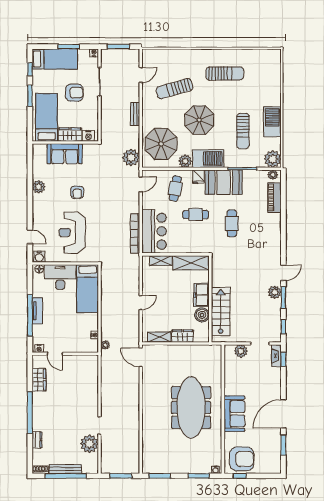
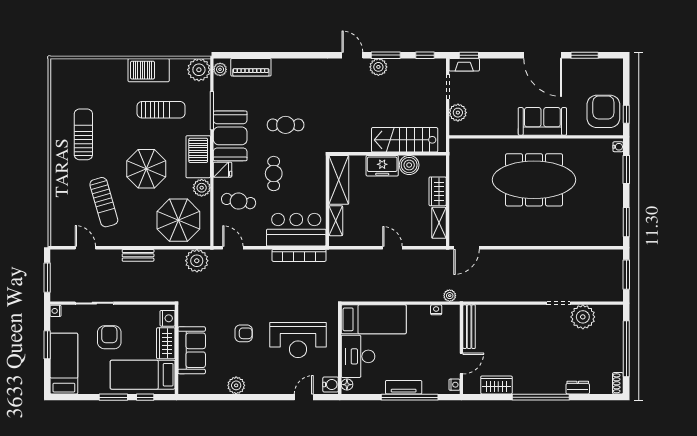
window: (30, 69) -> (145, 397), moved
bench: (65, 469) -> (469, 327), moved

